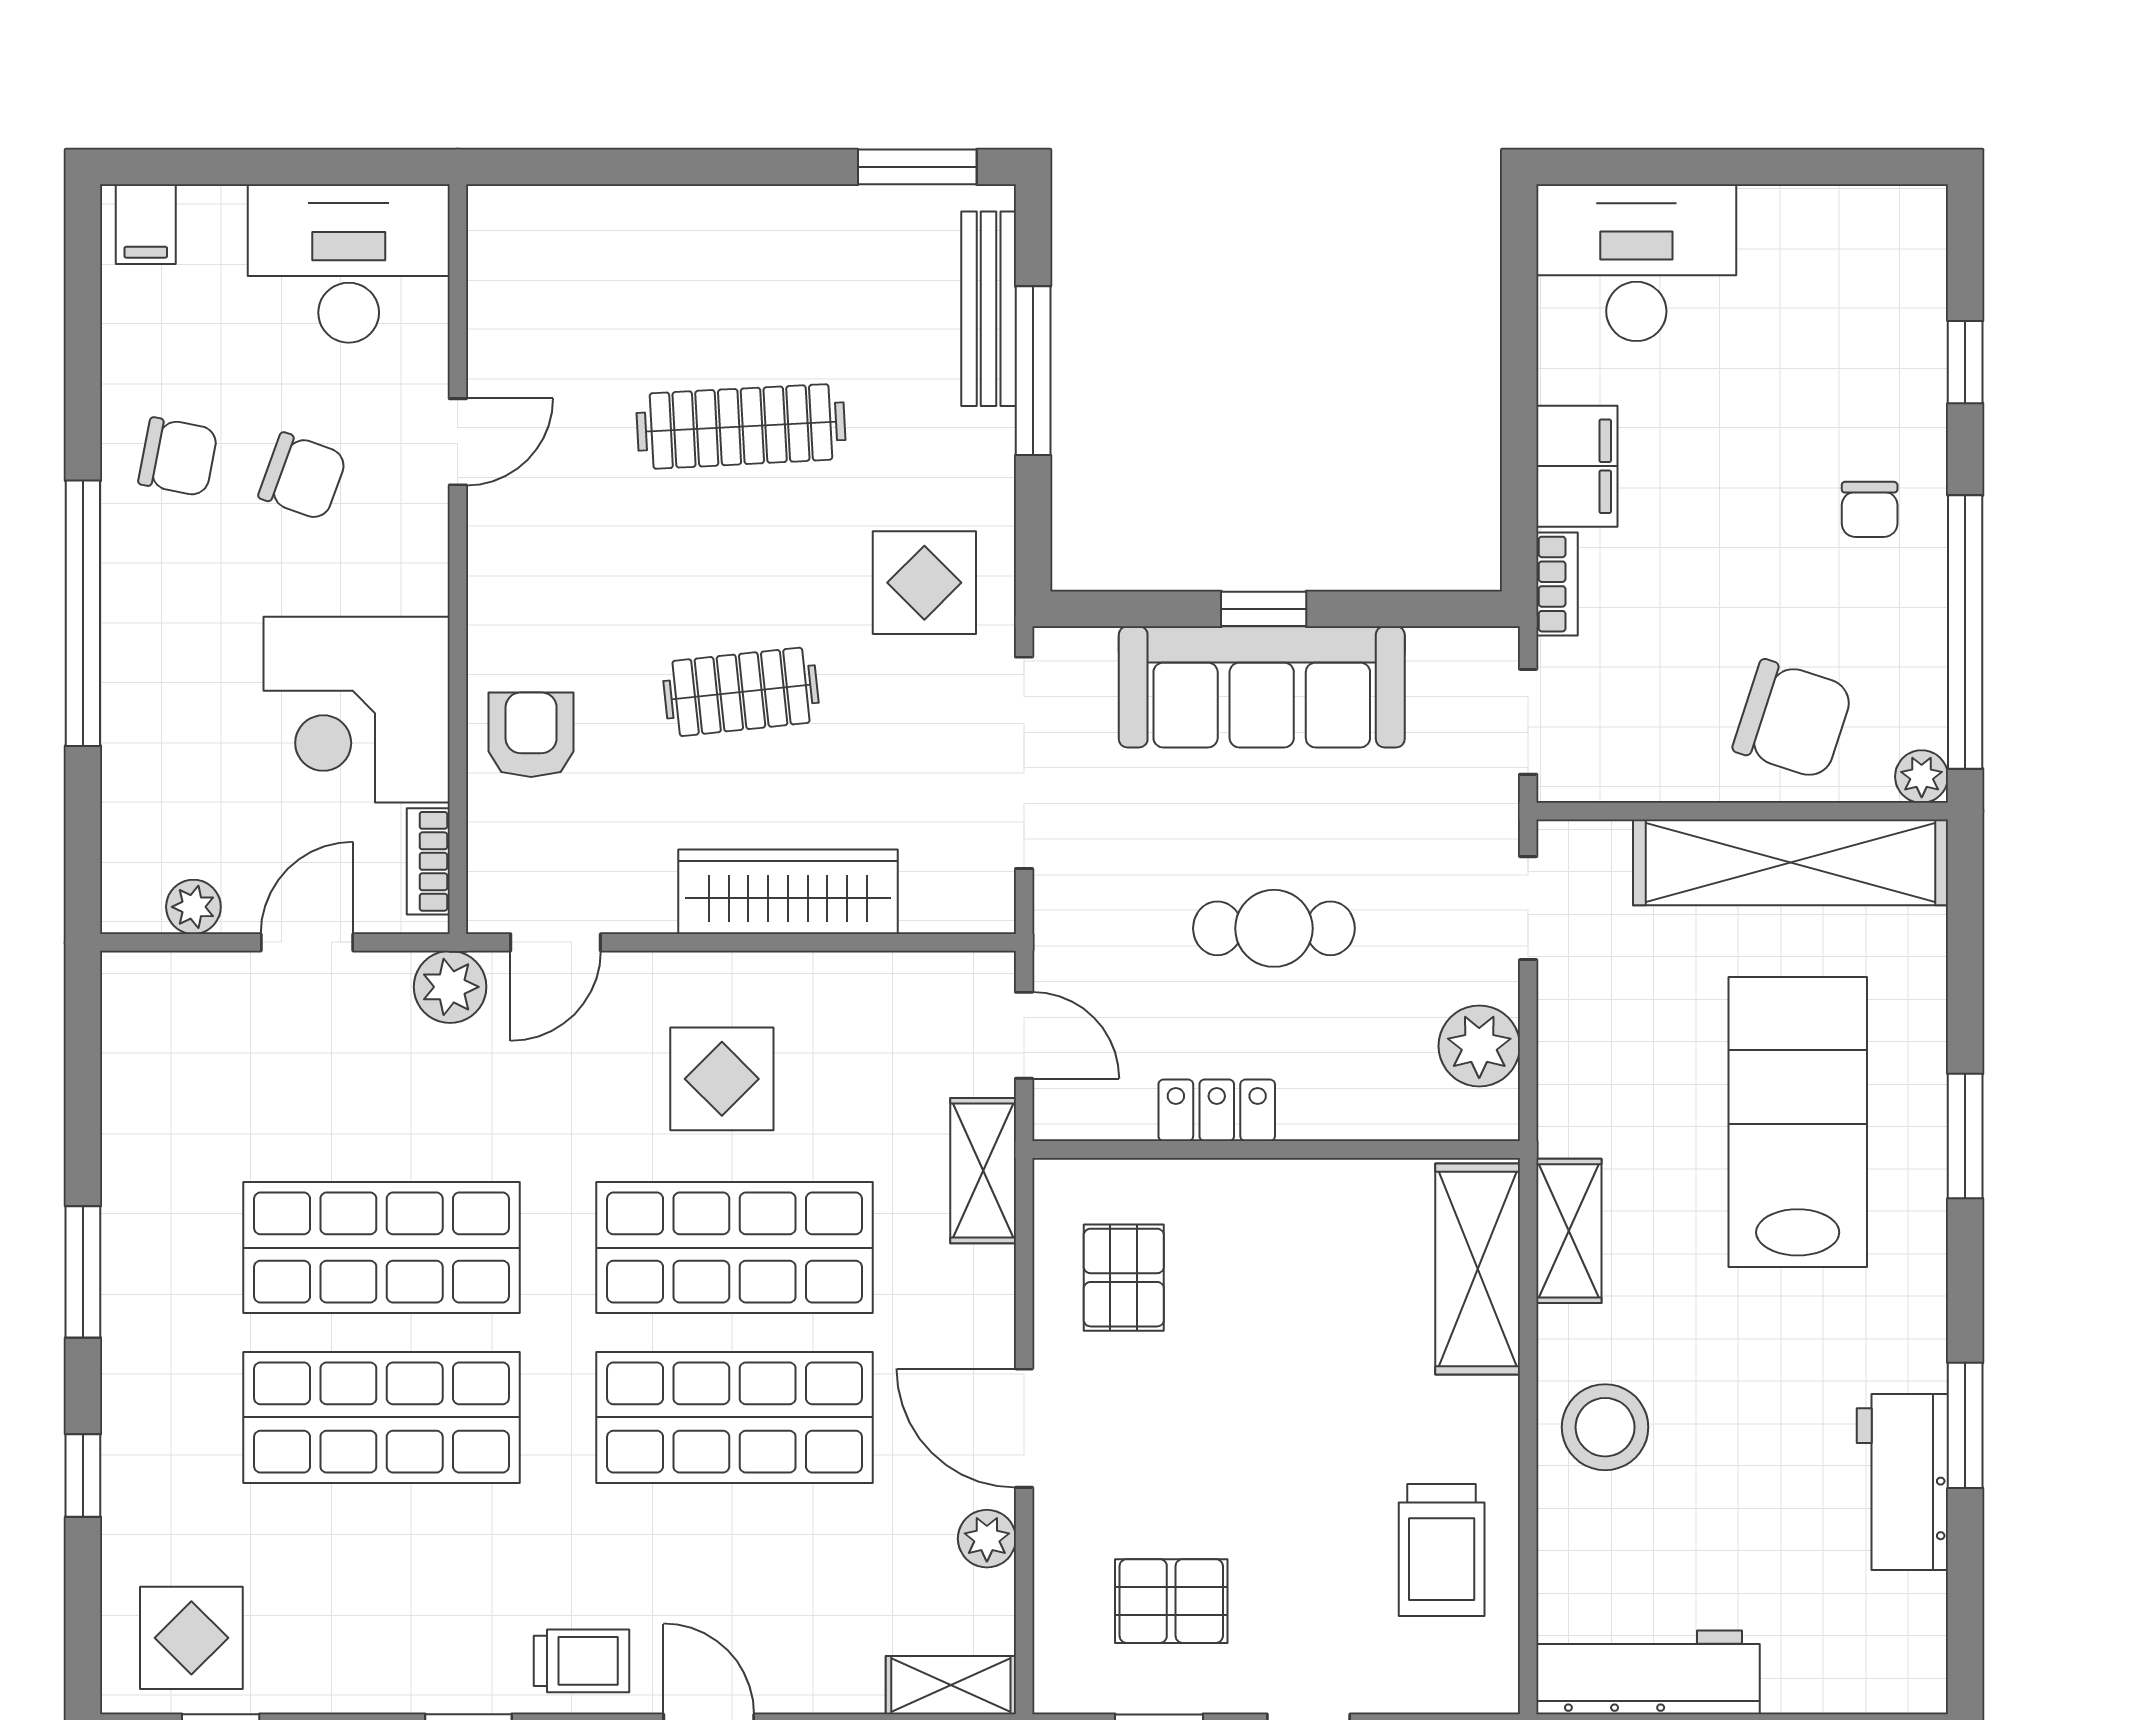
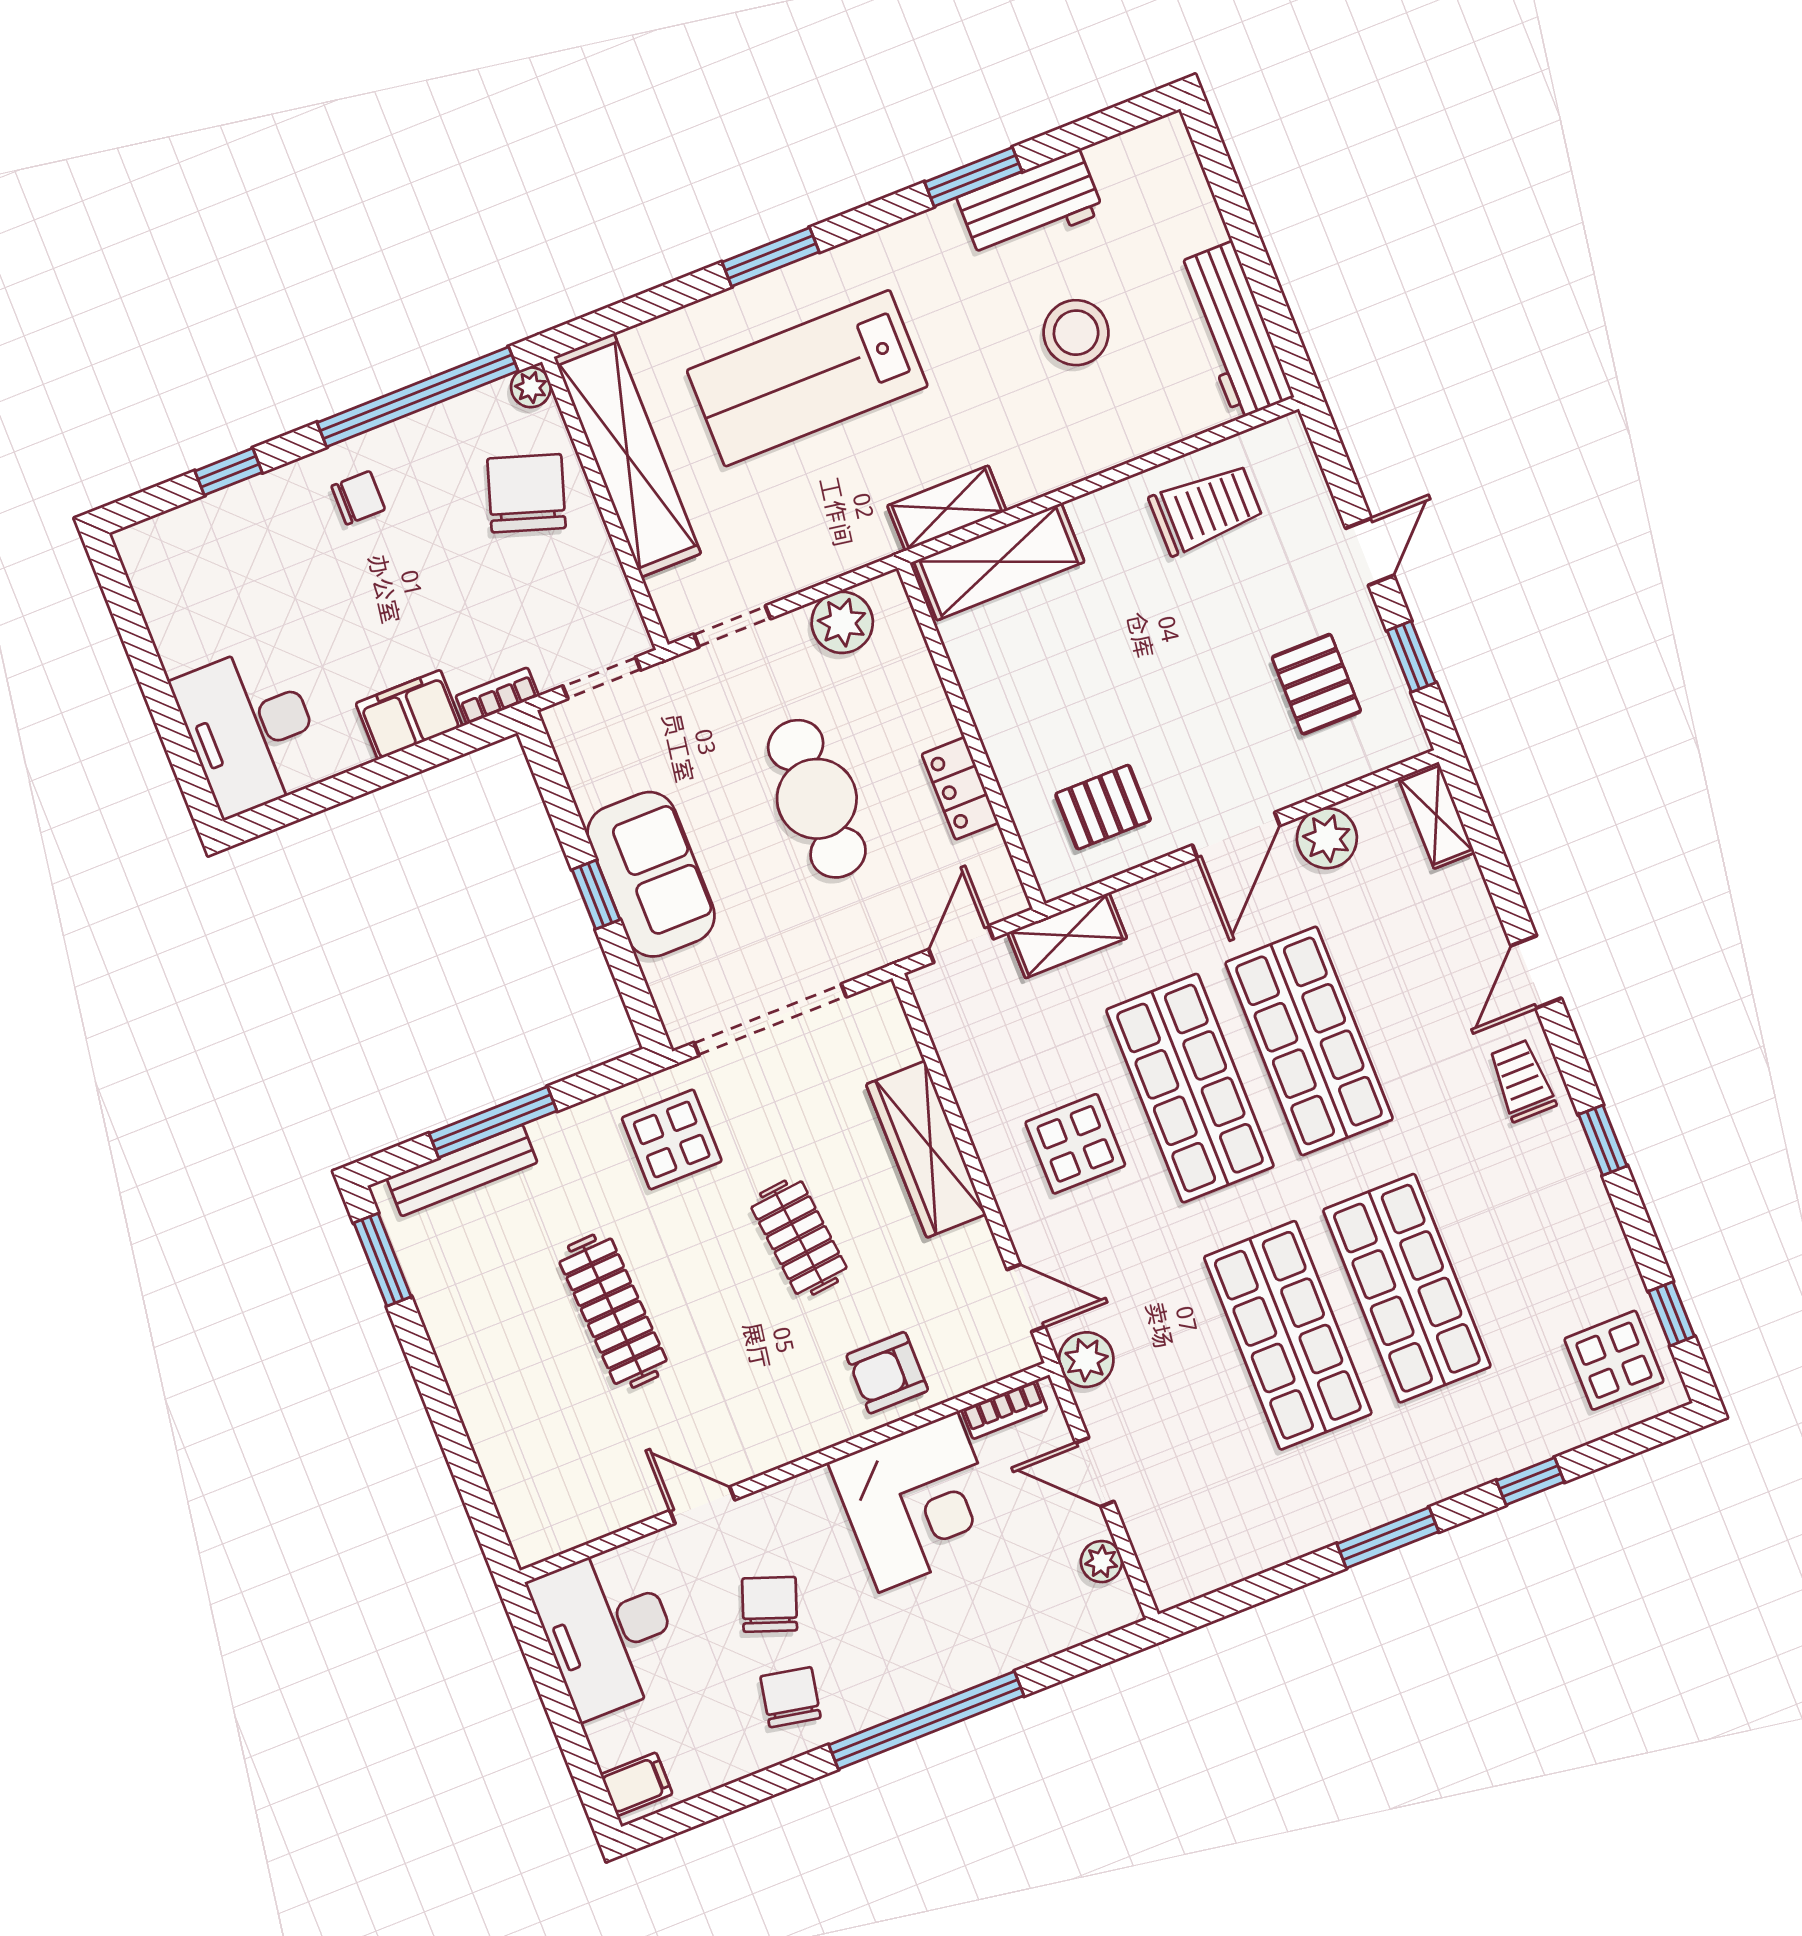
sofa: (1262, 687) -> (651, 874), width x0.73
cafe table: (1274, 928) -> (817, 799), width x1.37, depth x1.35
stool: (1605, 1427) -> (1076, 333), moved
plant: (987, 1539) -> (1327, 838), width x1.38, depth x1.38

